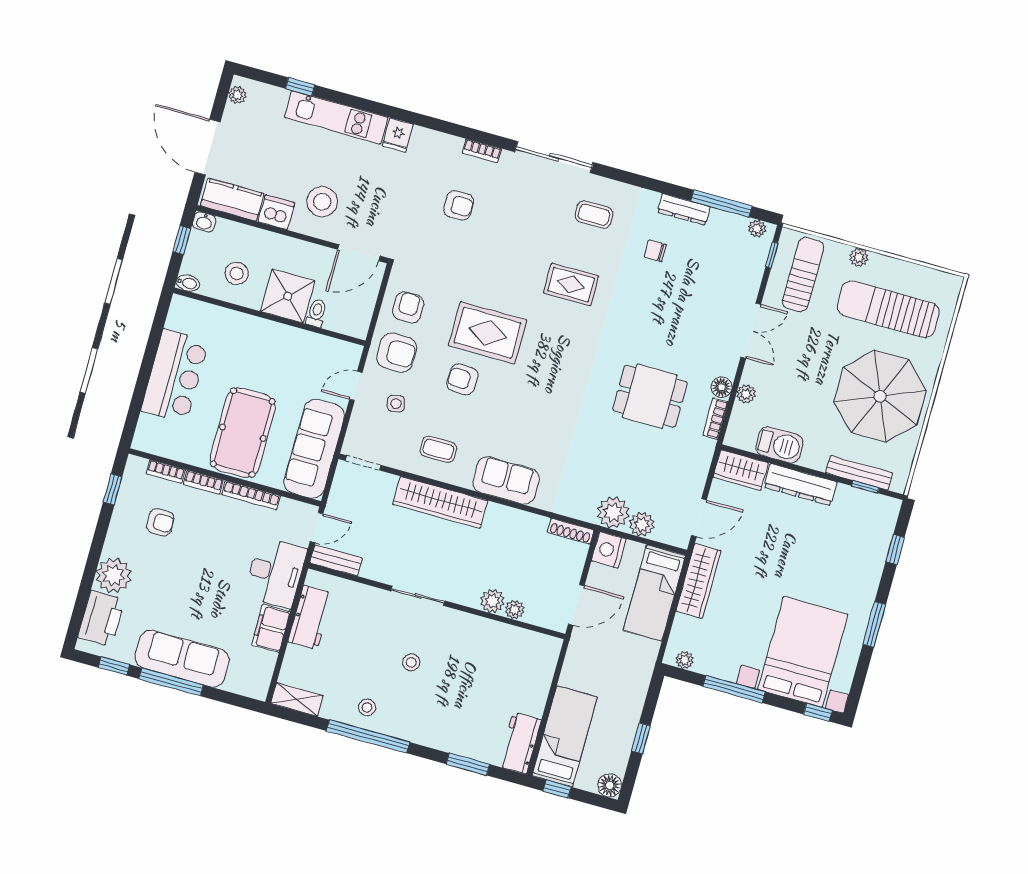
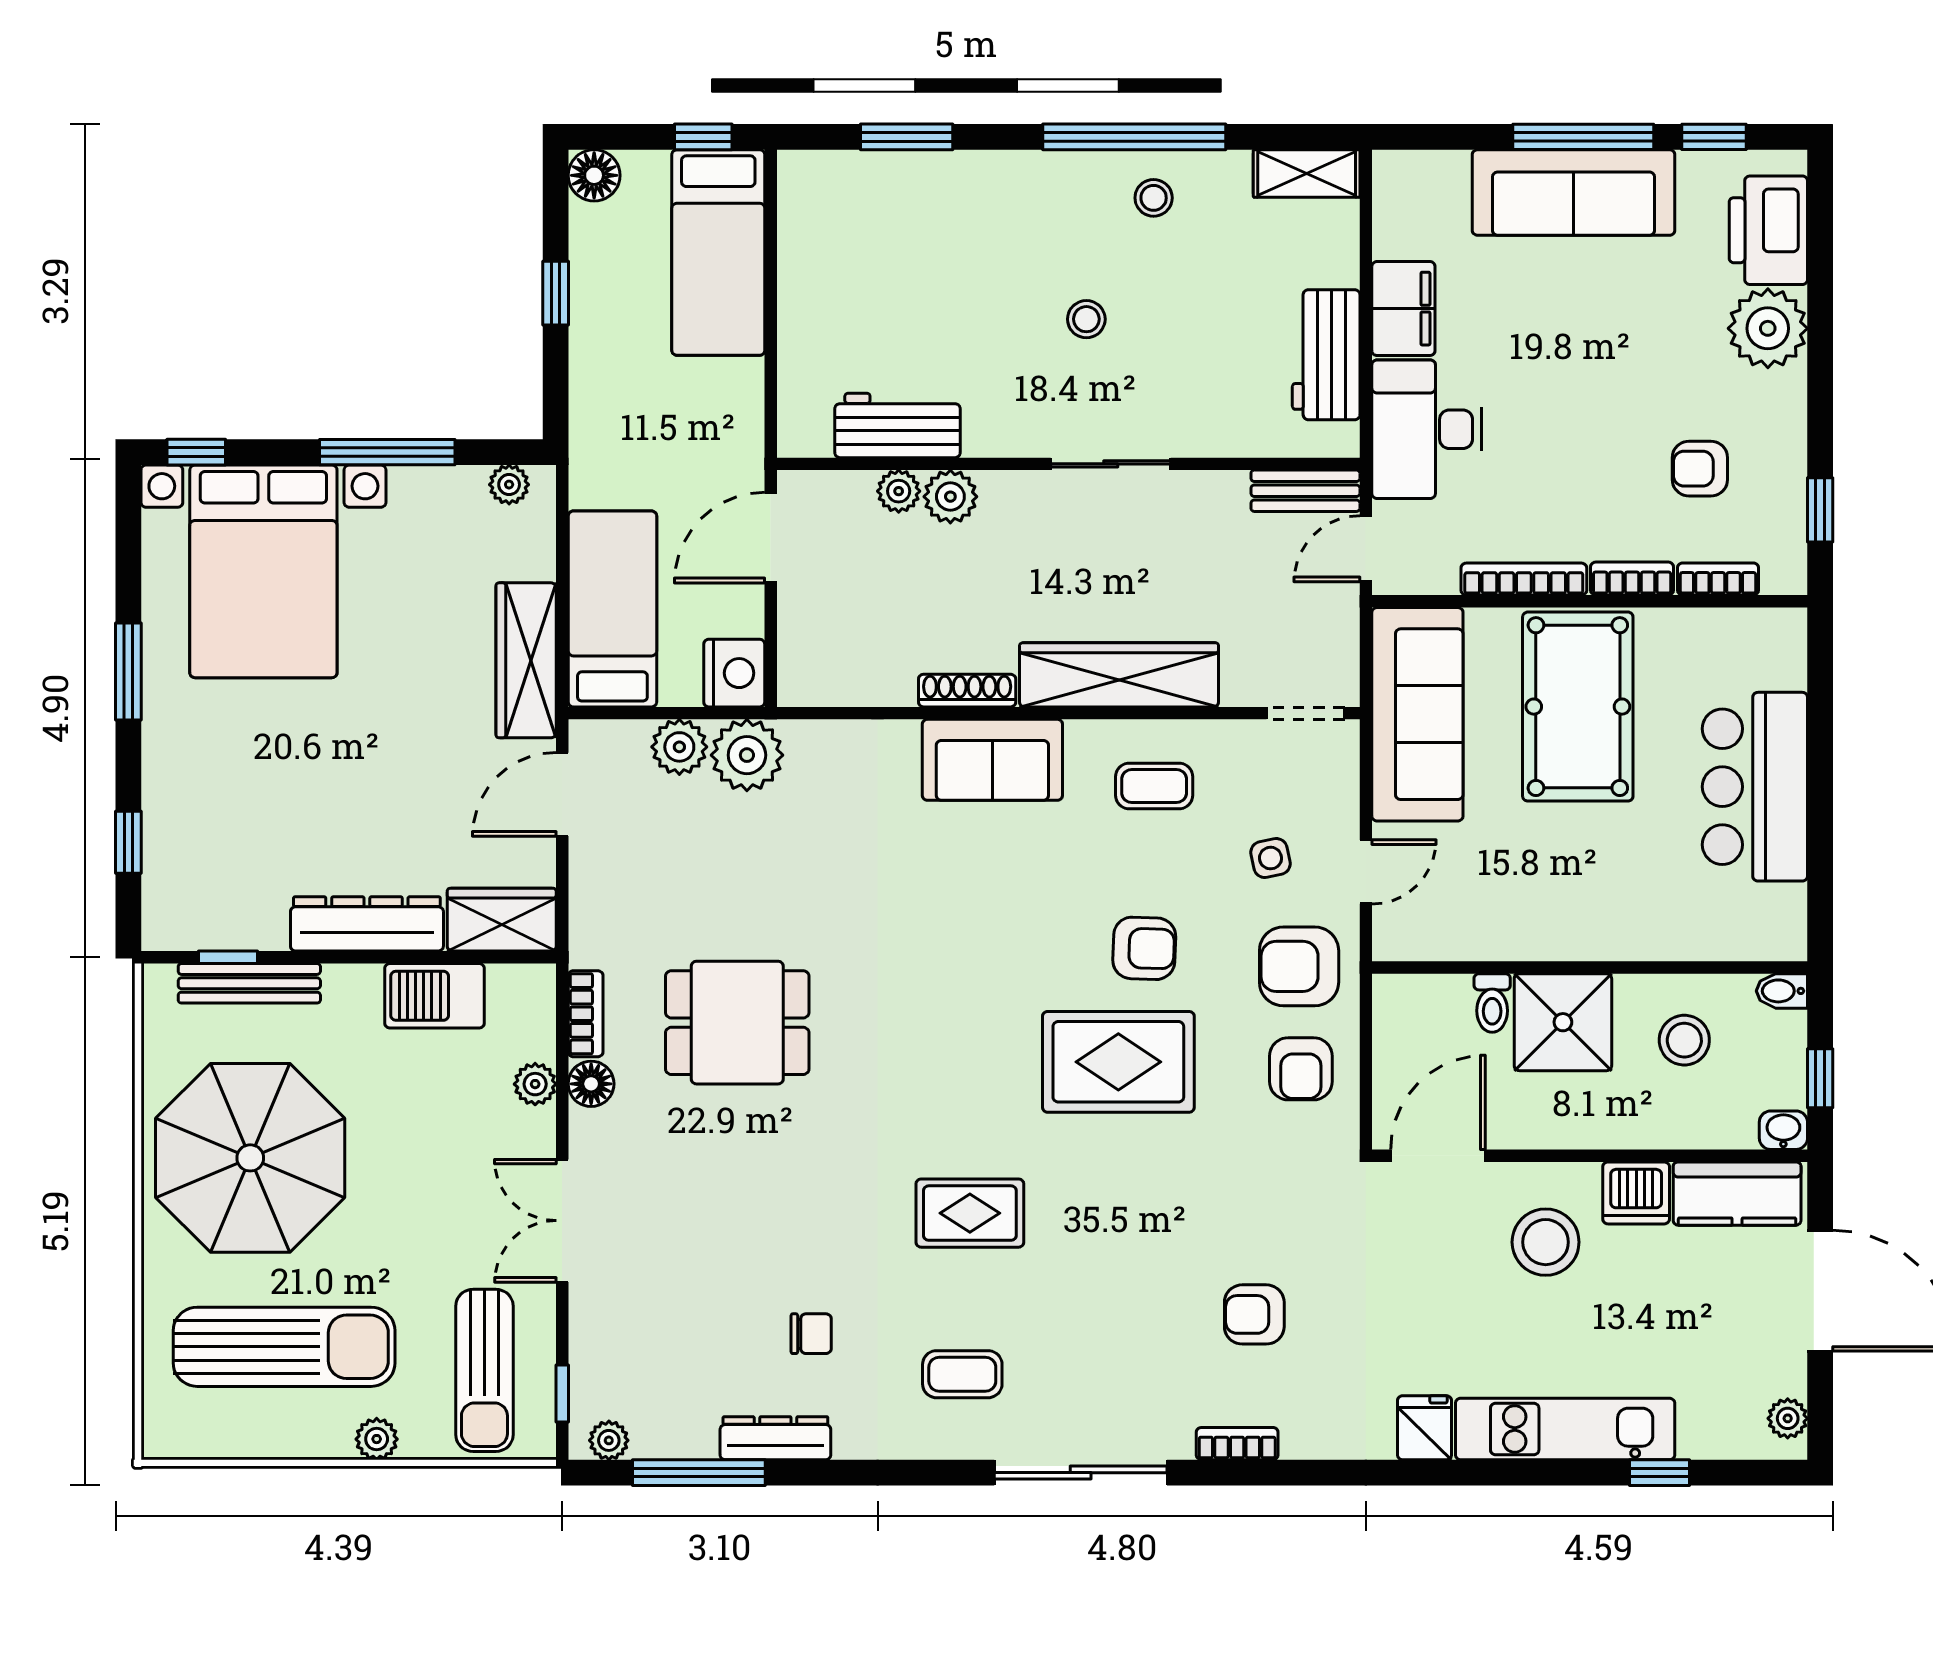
shoe rack: (571, 531) -> (967, 691), moved
workbench: (520, 743) -> (897, 425), moved, turned -90

